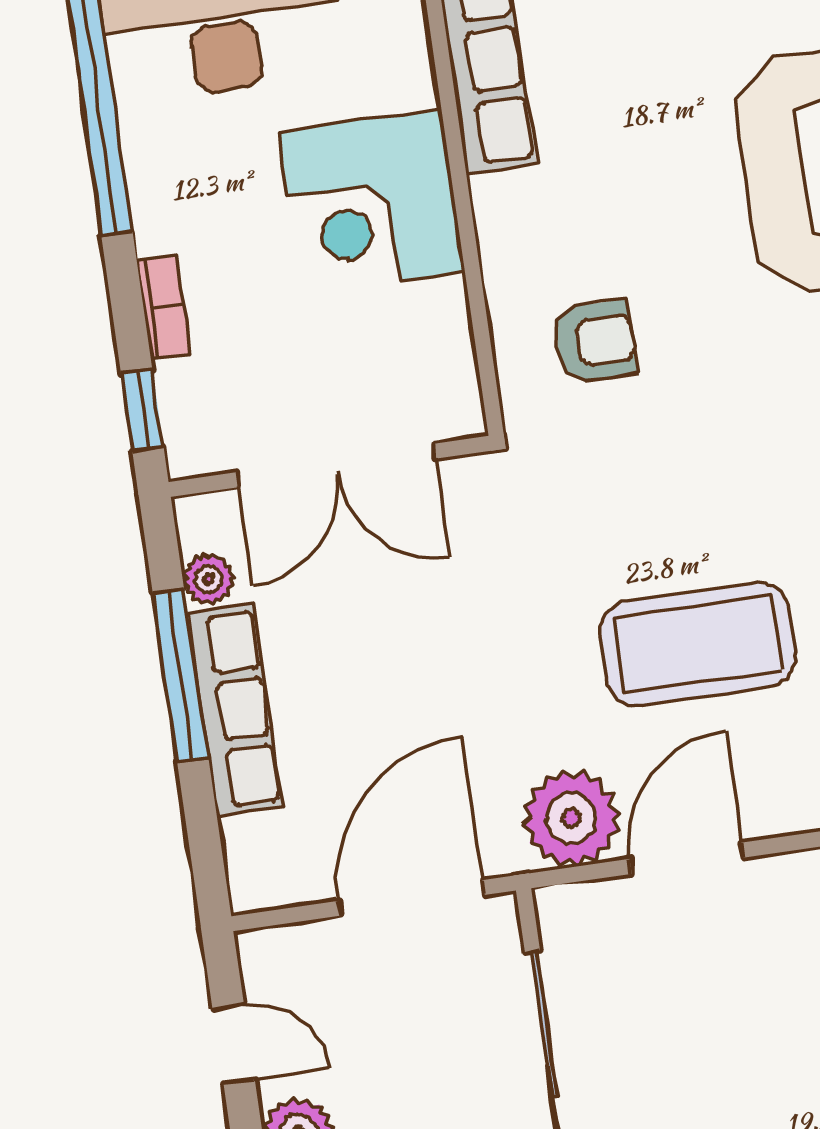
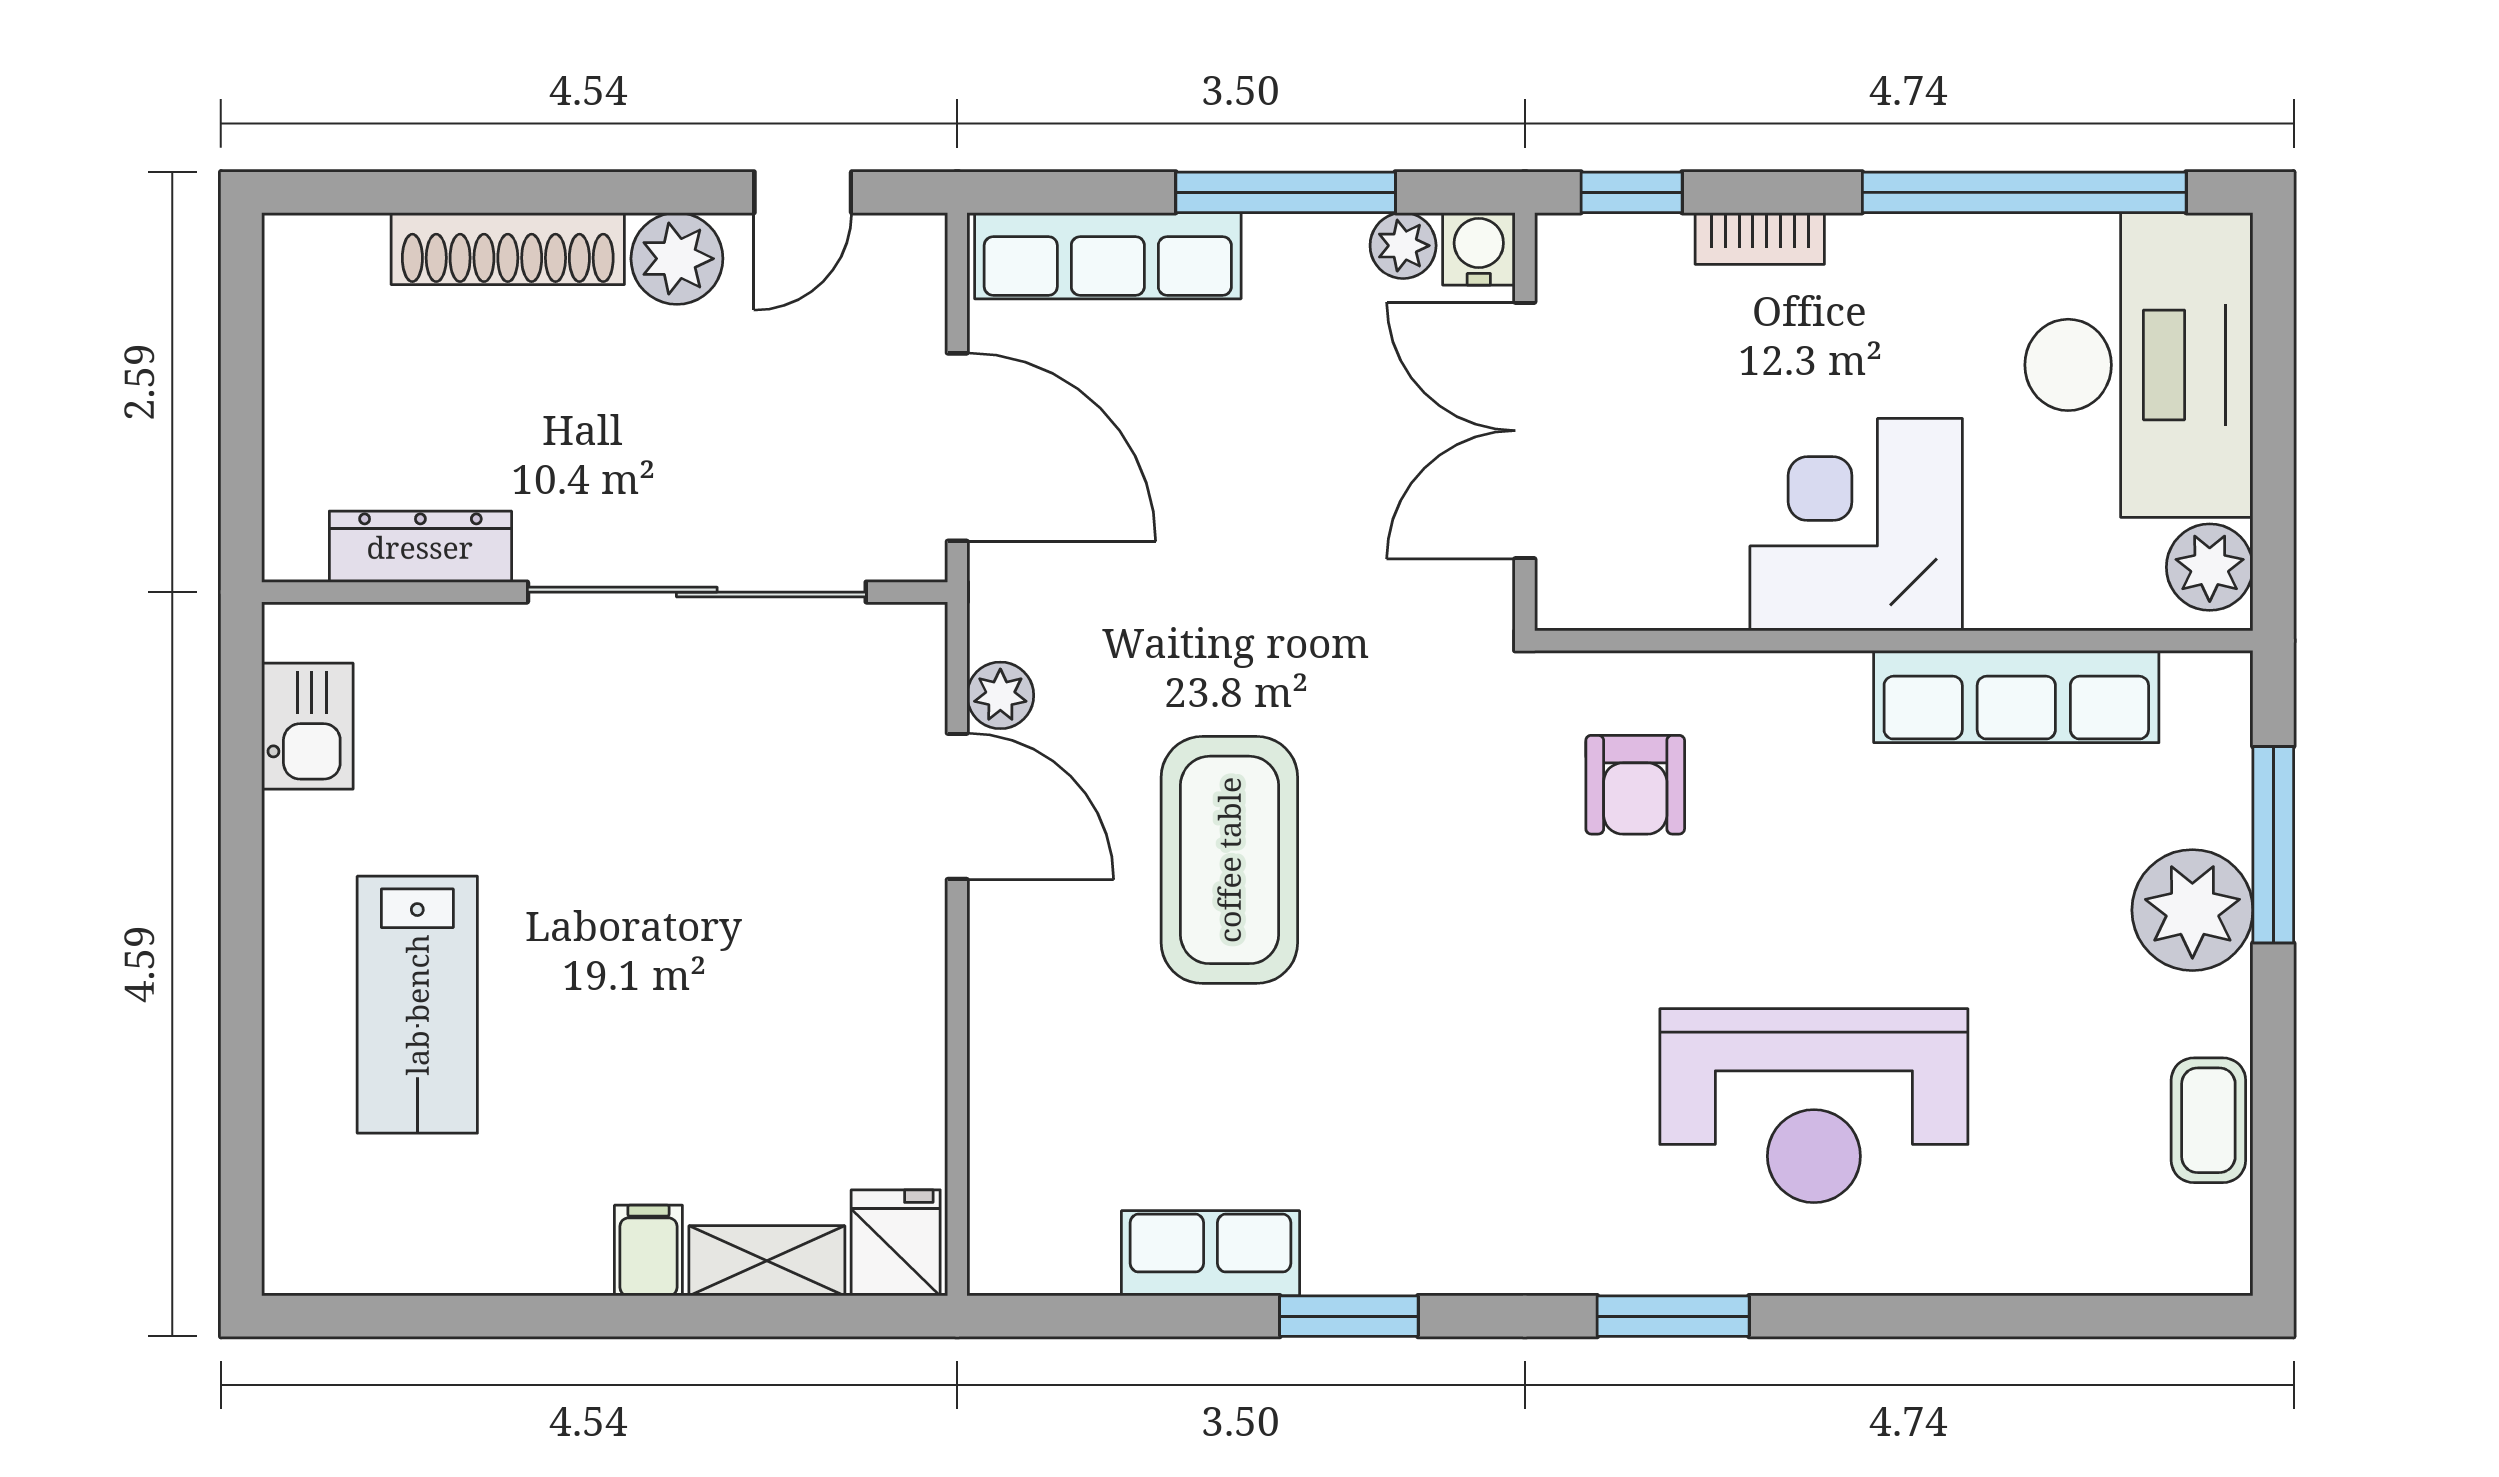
water cooler: (202, 521) -> (1479, 249), added
row of seats: (235, 710) -> (1108, 256), moved
plant: (571, 818) -> (1000, 695), width x0.53, depth x0.53

